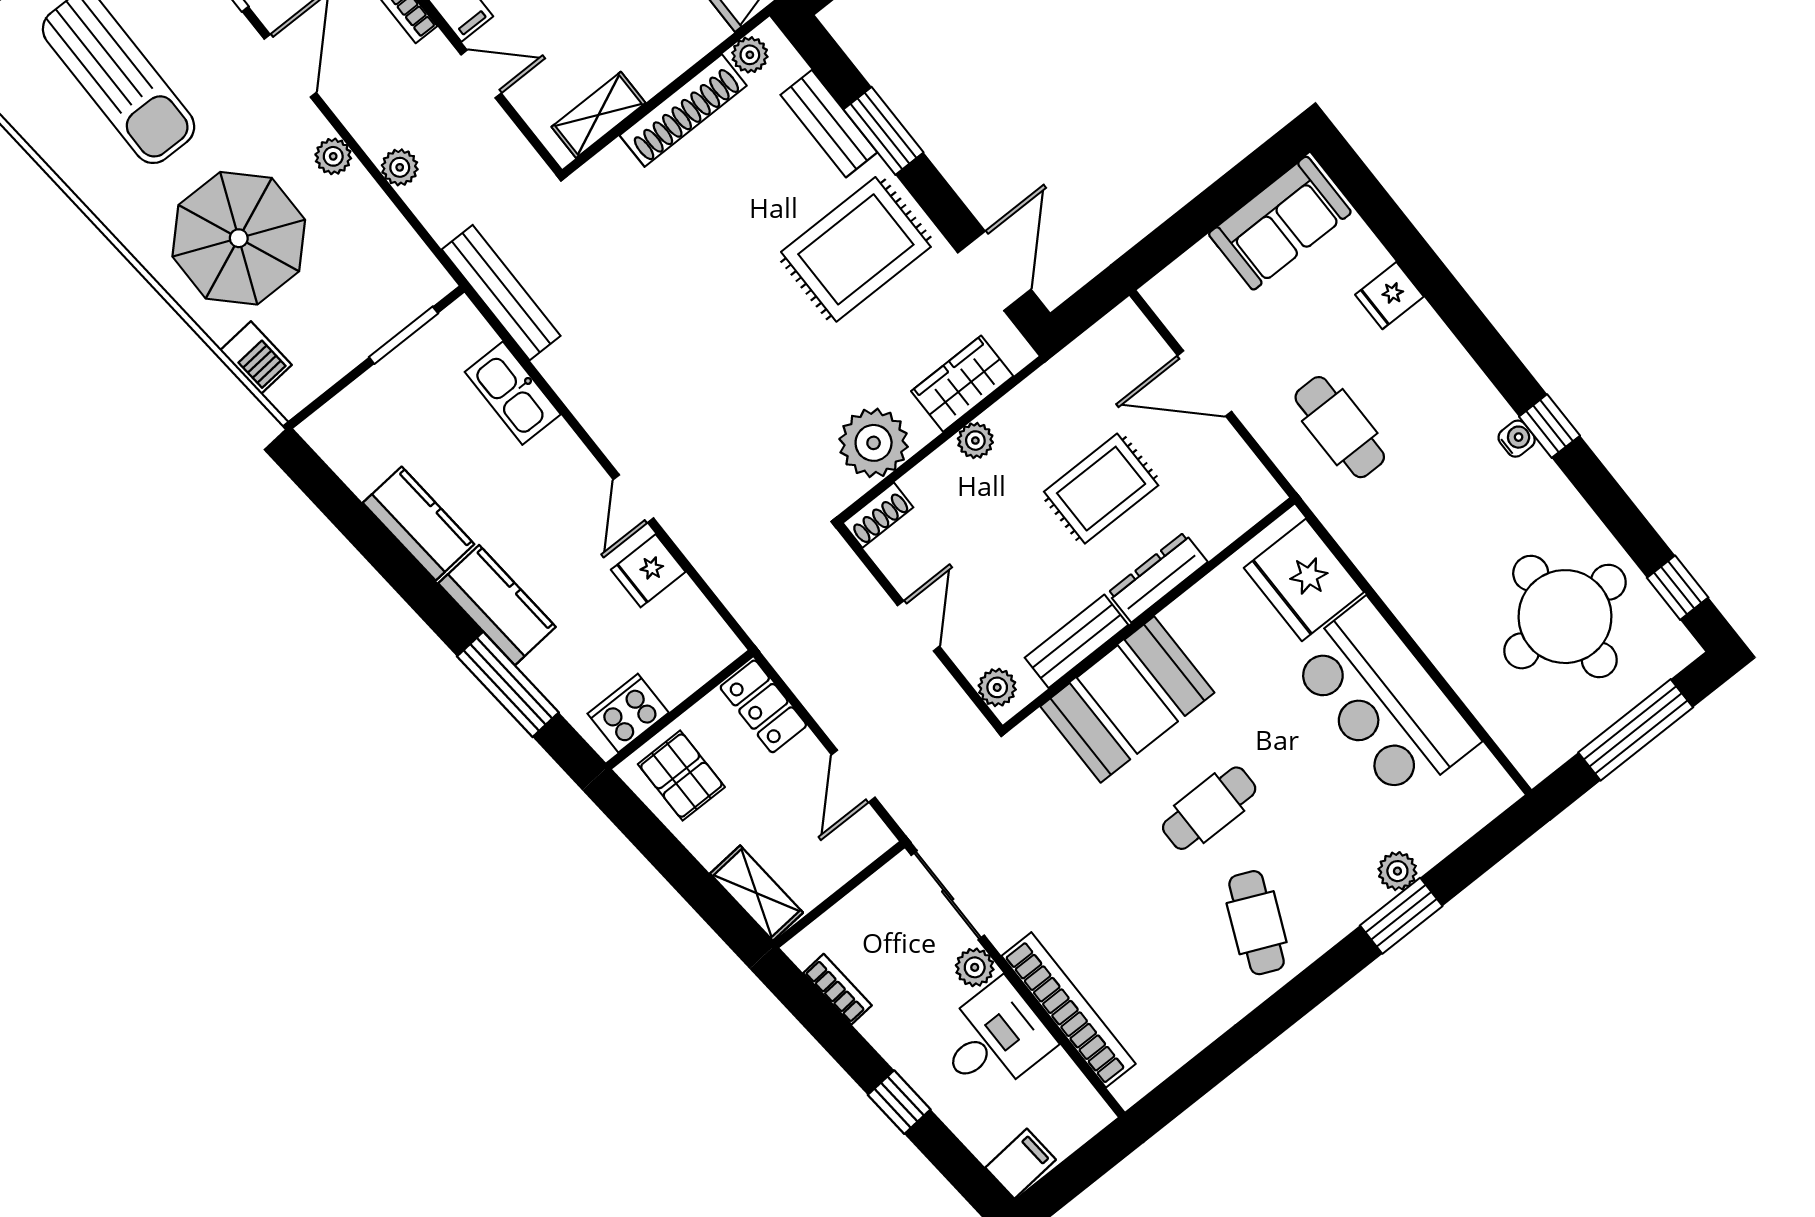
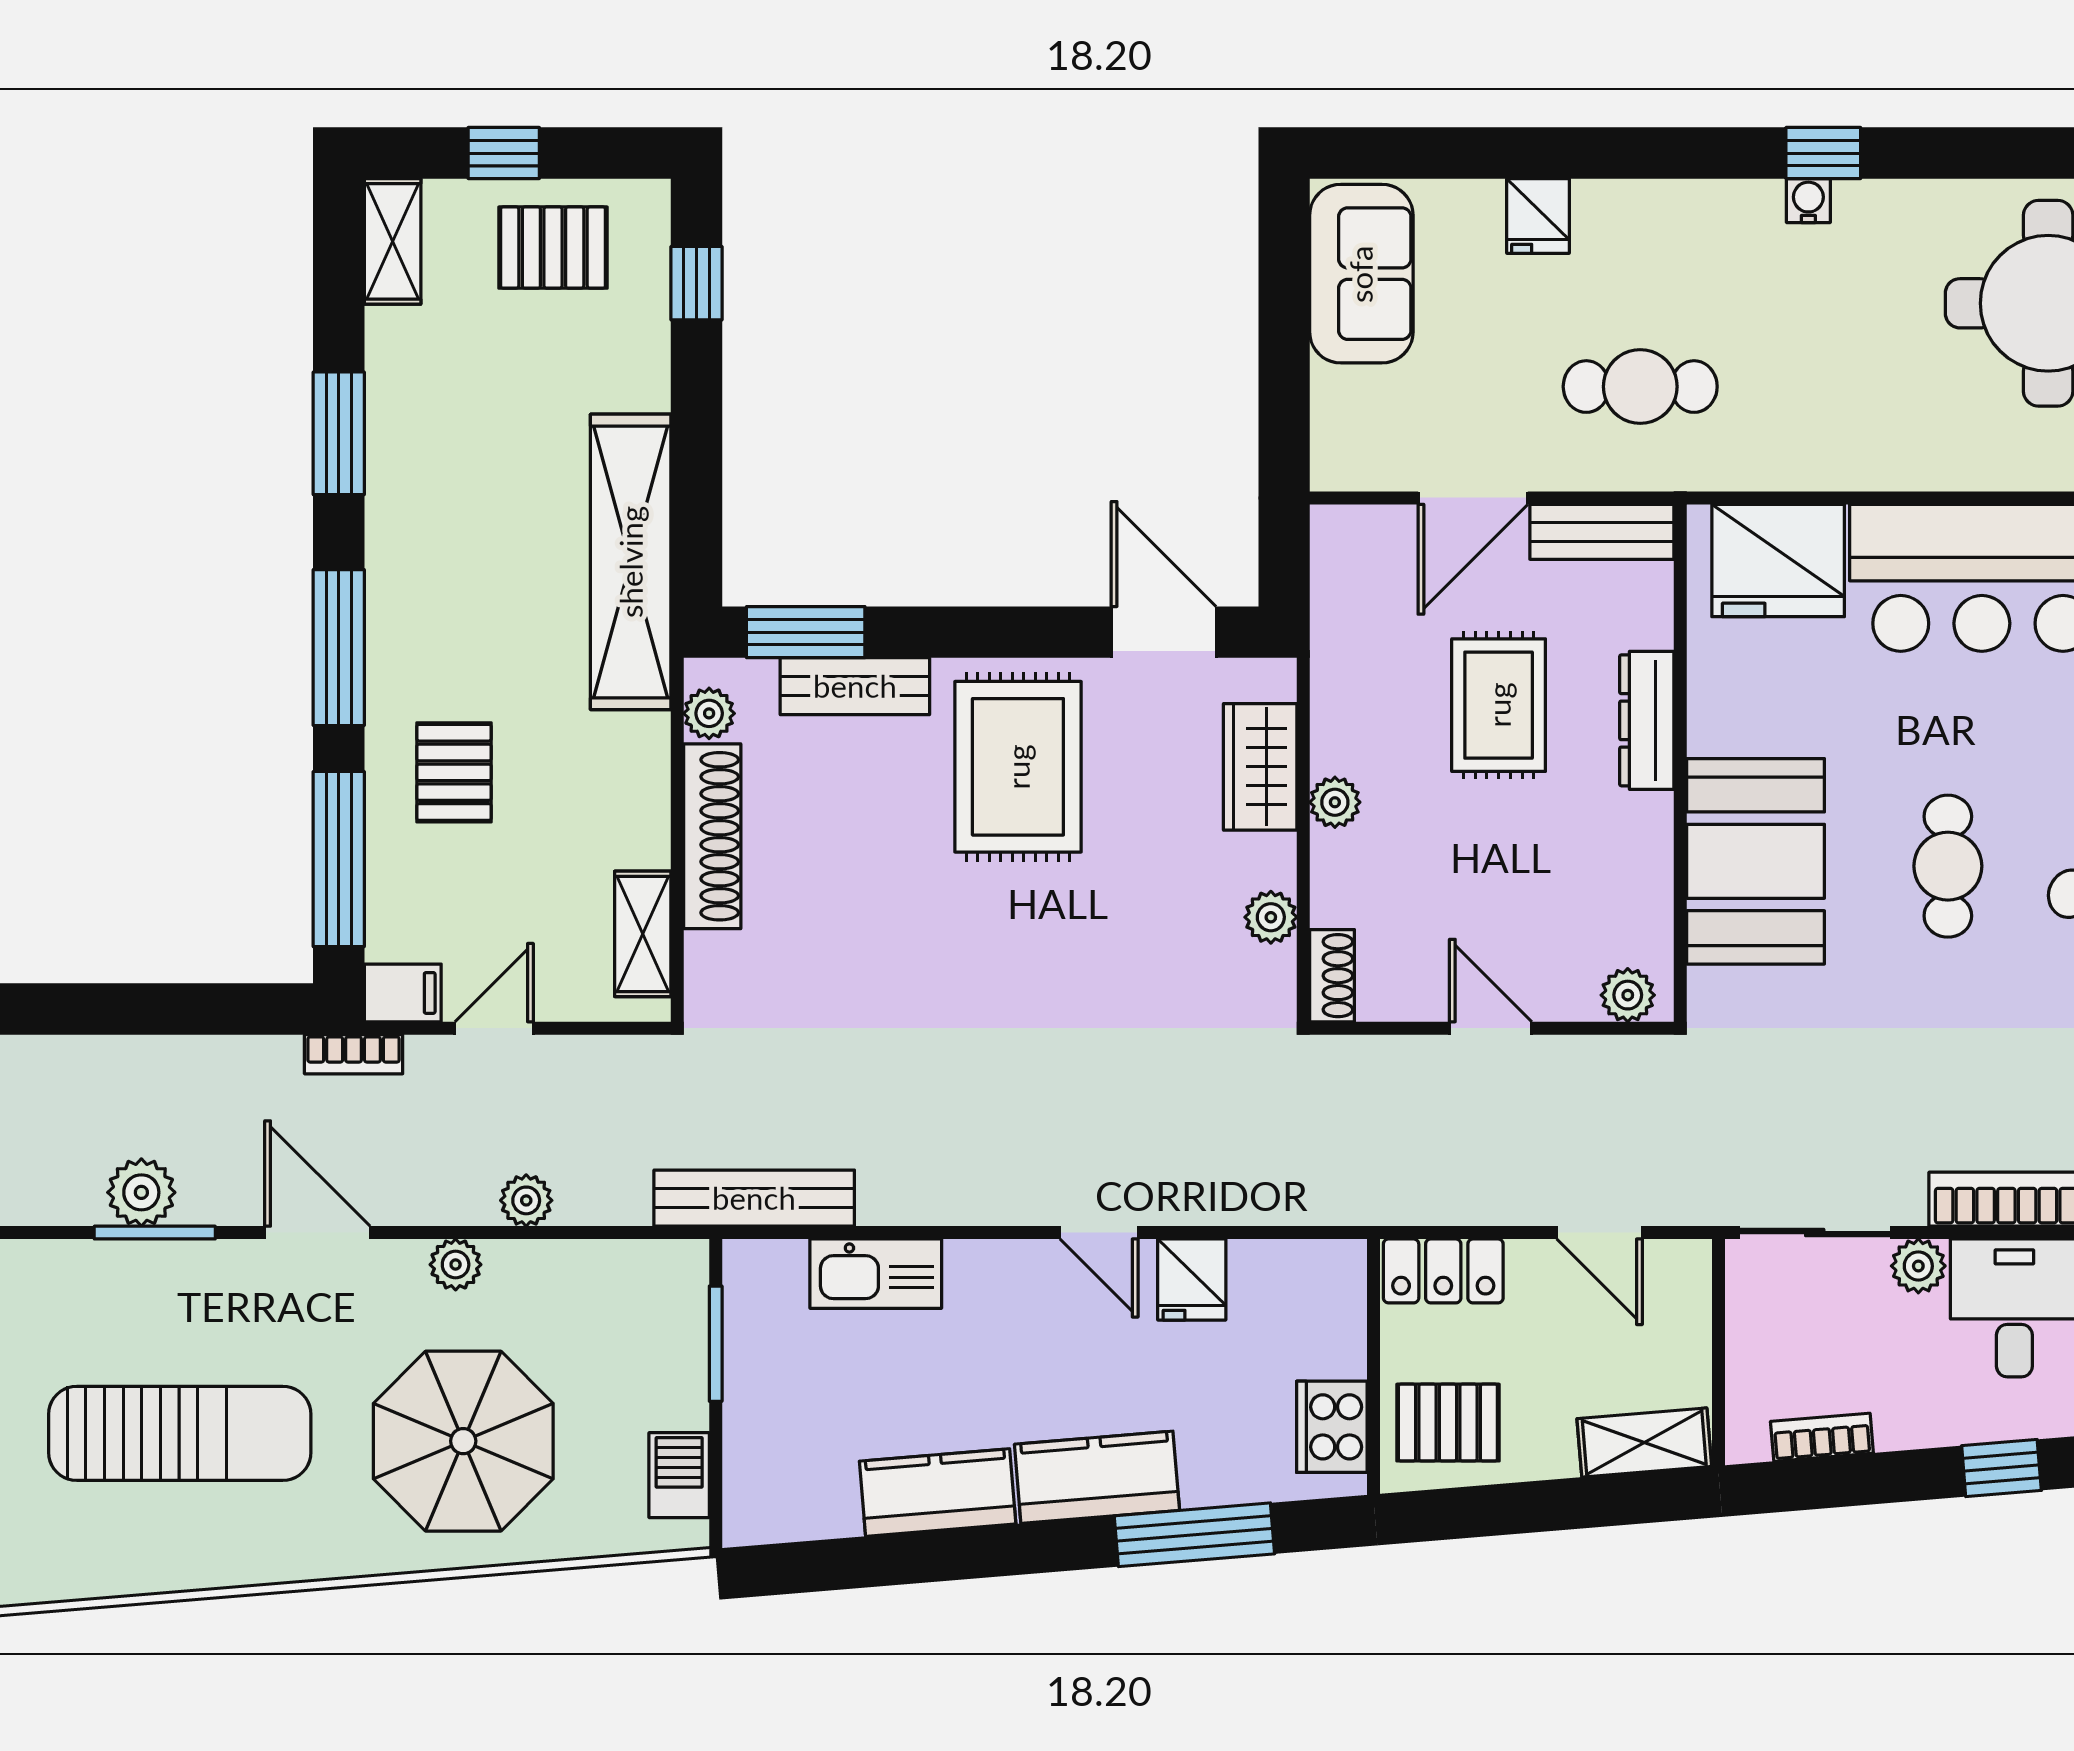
window: (883, 131) -> (806, 632), moved
barbecue: (256, 358) -> (679, 1475), moved, turned -85
plant: (874, 443) -> (1271, 917), width x0.53, depth x0.53
bench: (1076, 641) -> (1602, 532), moved, turned 90

